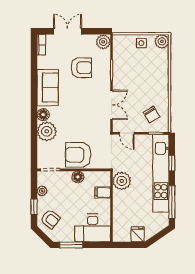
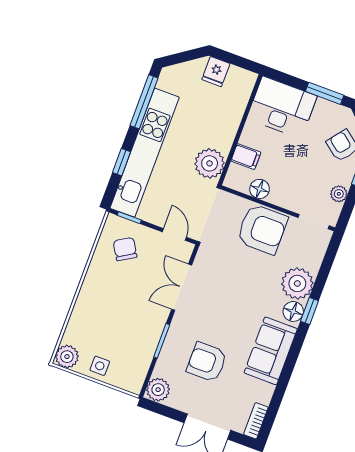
window: (34, 118) -> (310, 311), added
floor lamp: (78, 177) -> (260, 189), moved

